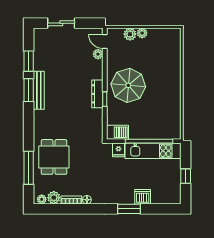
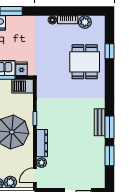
door: (105, 41) -> (35, 175), swing flipped
bench: (39, 90) -> (100, 122), width x0.73
dresser: (97, 94) -> (42, 143), moved
window: (29, 168) -> (109, 51), width x0.46
plant: (42, 199) -> (97, 20), removed

